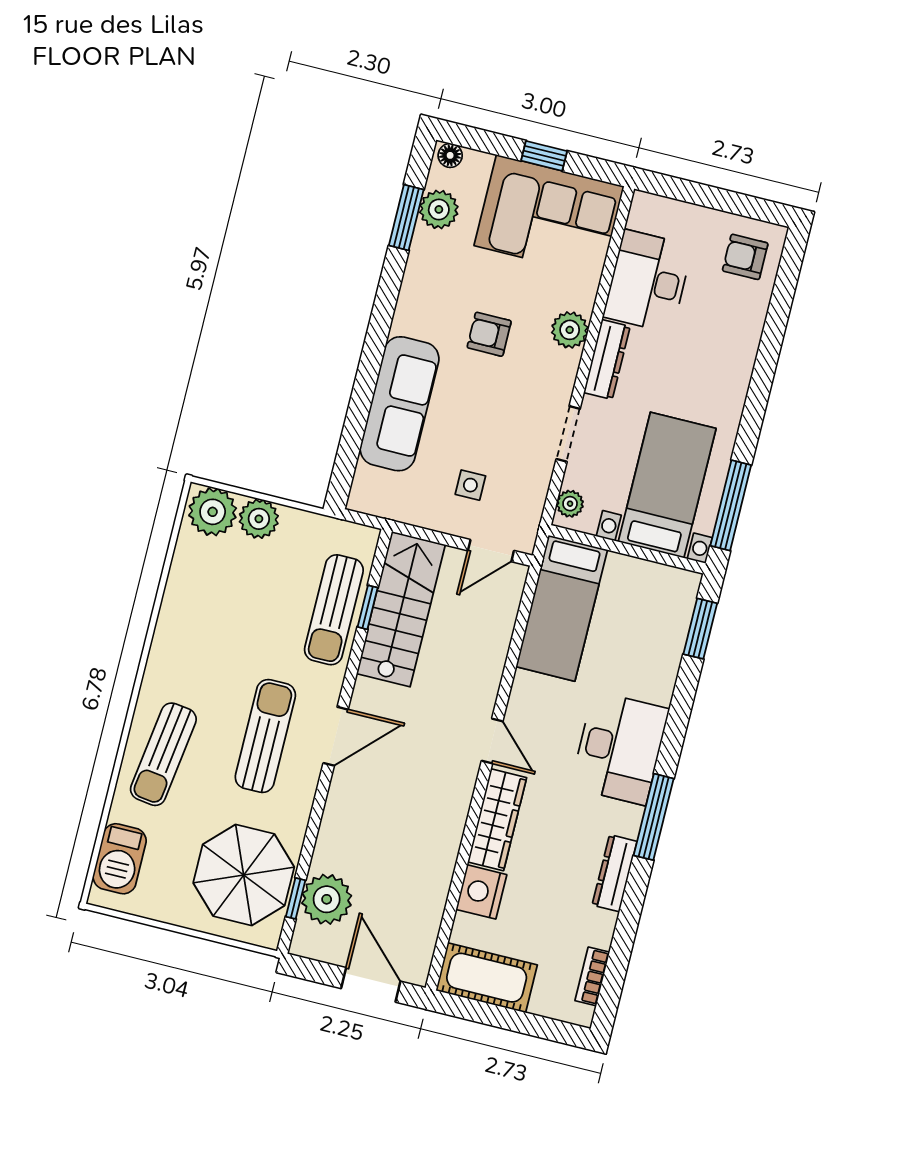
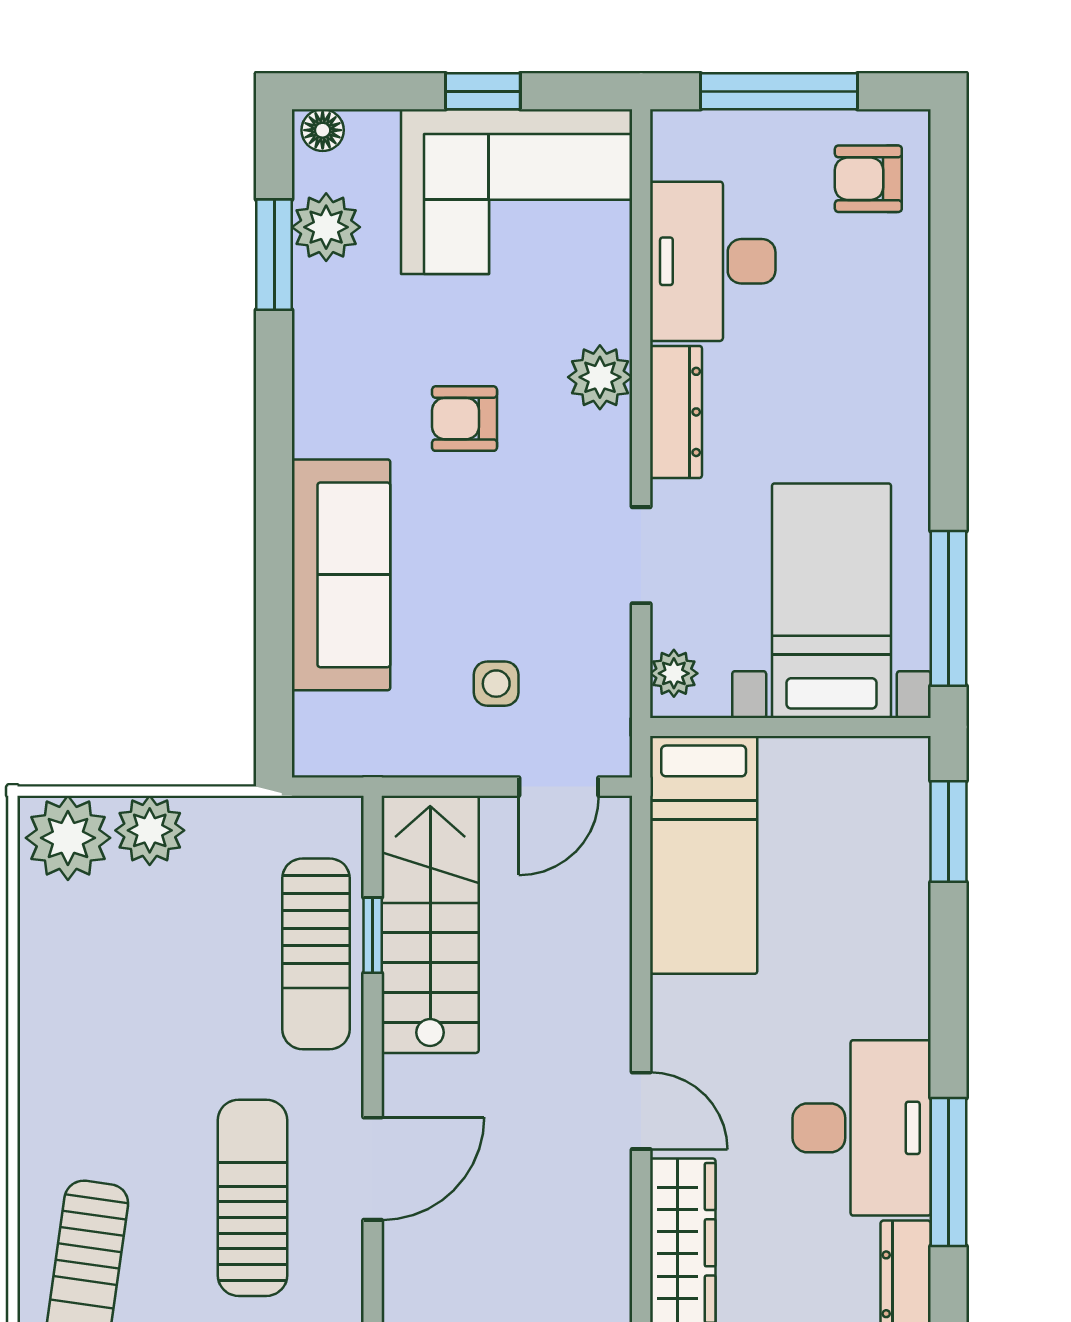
window: (708, 196) -> (779, 91), added
desk: (620, 748) -> (862, 1128), moved

